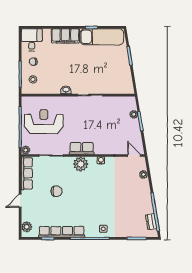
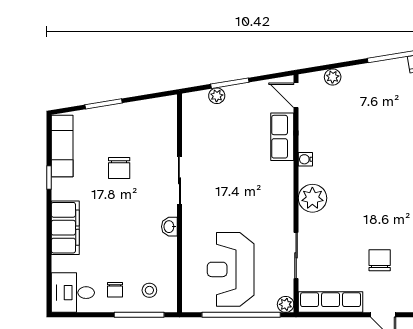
exam couch: (102, 37) -> (62, 146), width x0.73, depth x0.69
chair: (96, 64) -> (119, 168), added
row of seats: (82, 148) -> (282, 137), moved
door: (134, 155) -> (296, 95), hinge flipped
chair: (57, 191) -> (380, 260), moved

